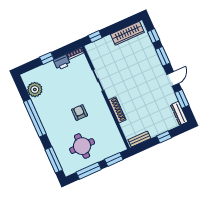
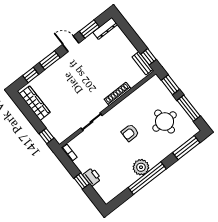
printer: (62, 62) -> (92, 177), moved
plant: (35, 90) -> (141, 167), moved
window: (164, 137) -> (149, 57), moved

